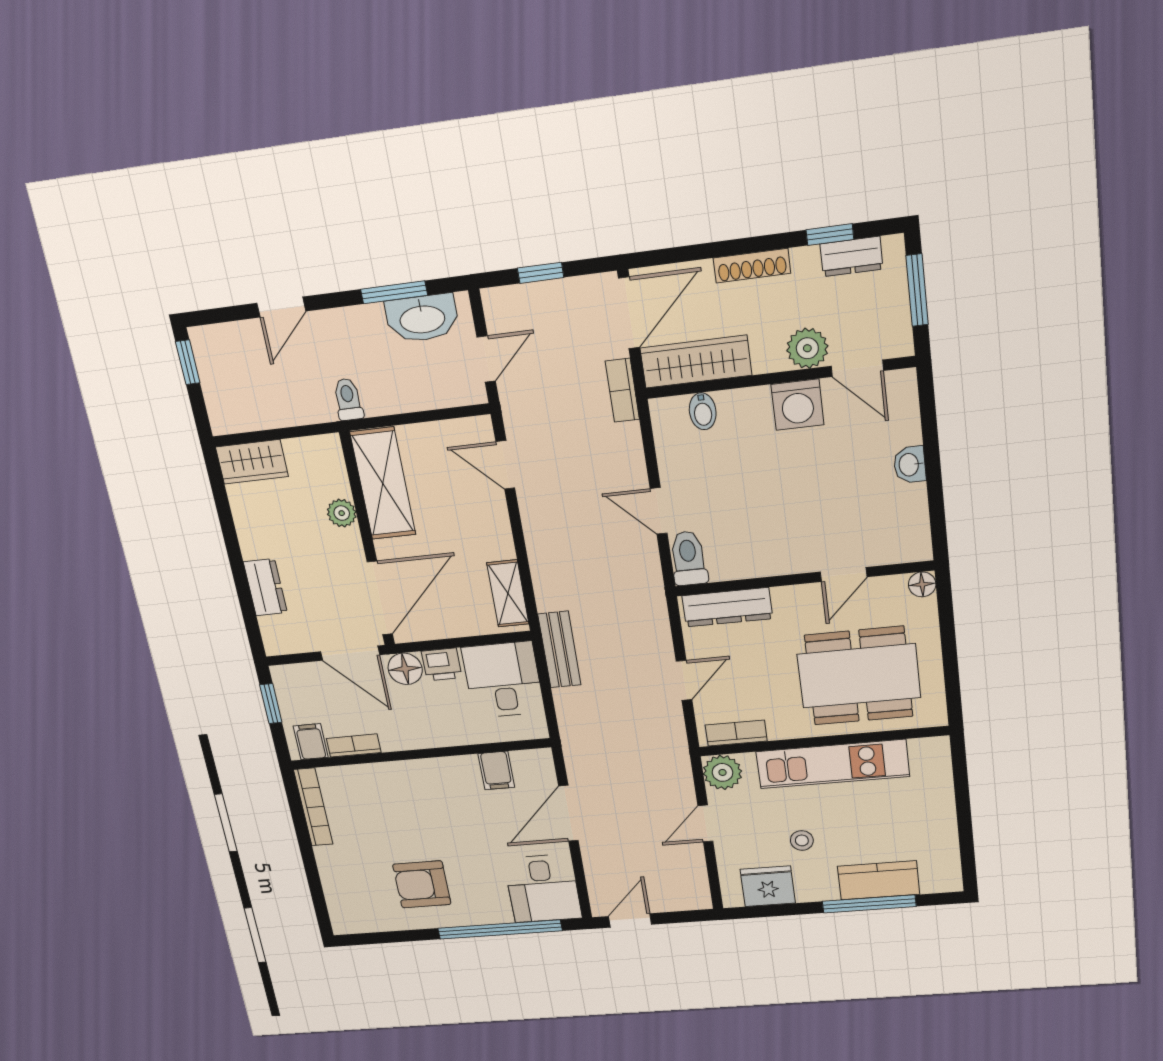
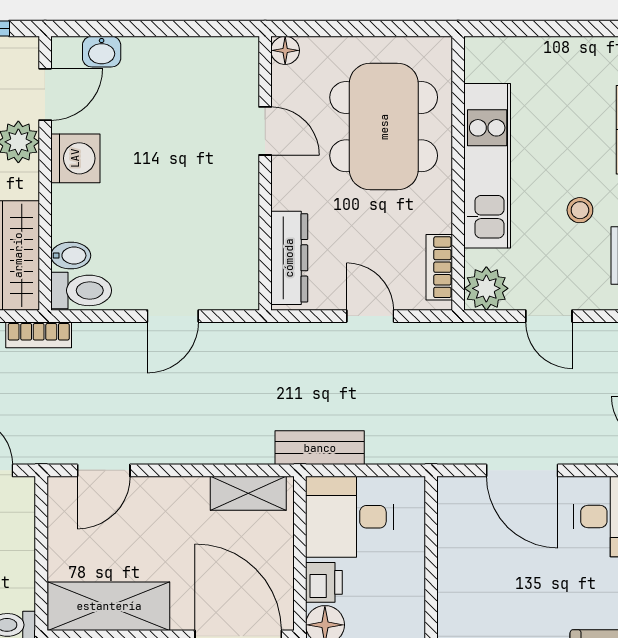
washbasin: (910, 465) -> (102, 52), moved
toilet: (688, 558) -> (81, 290), moved, turned 180
filing cabinet: (496, 770) -> (460, 544), removed

